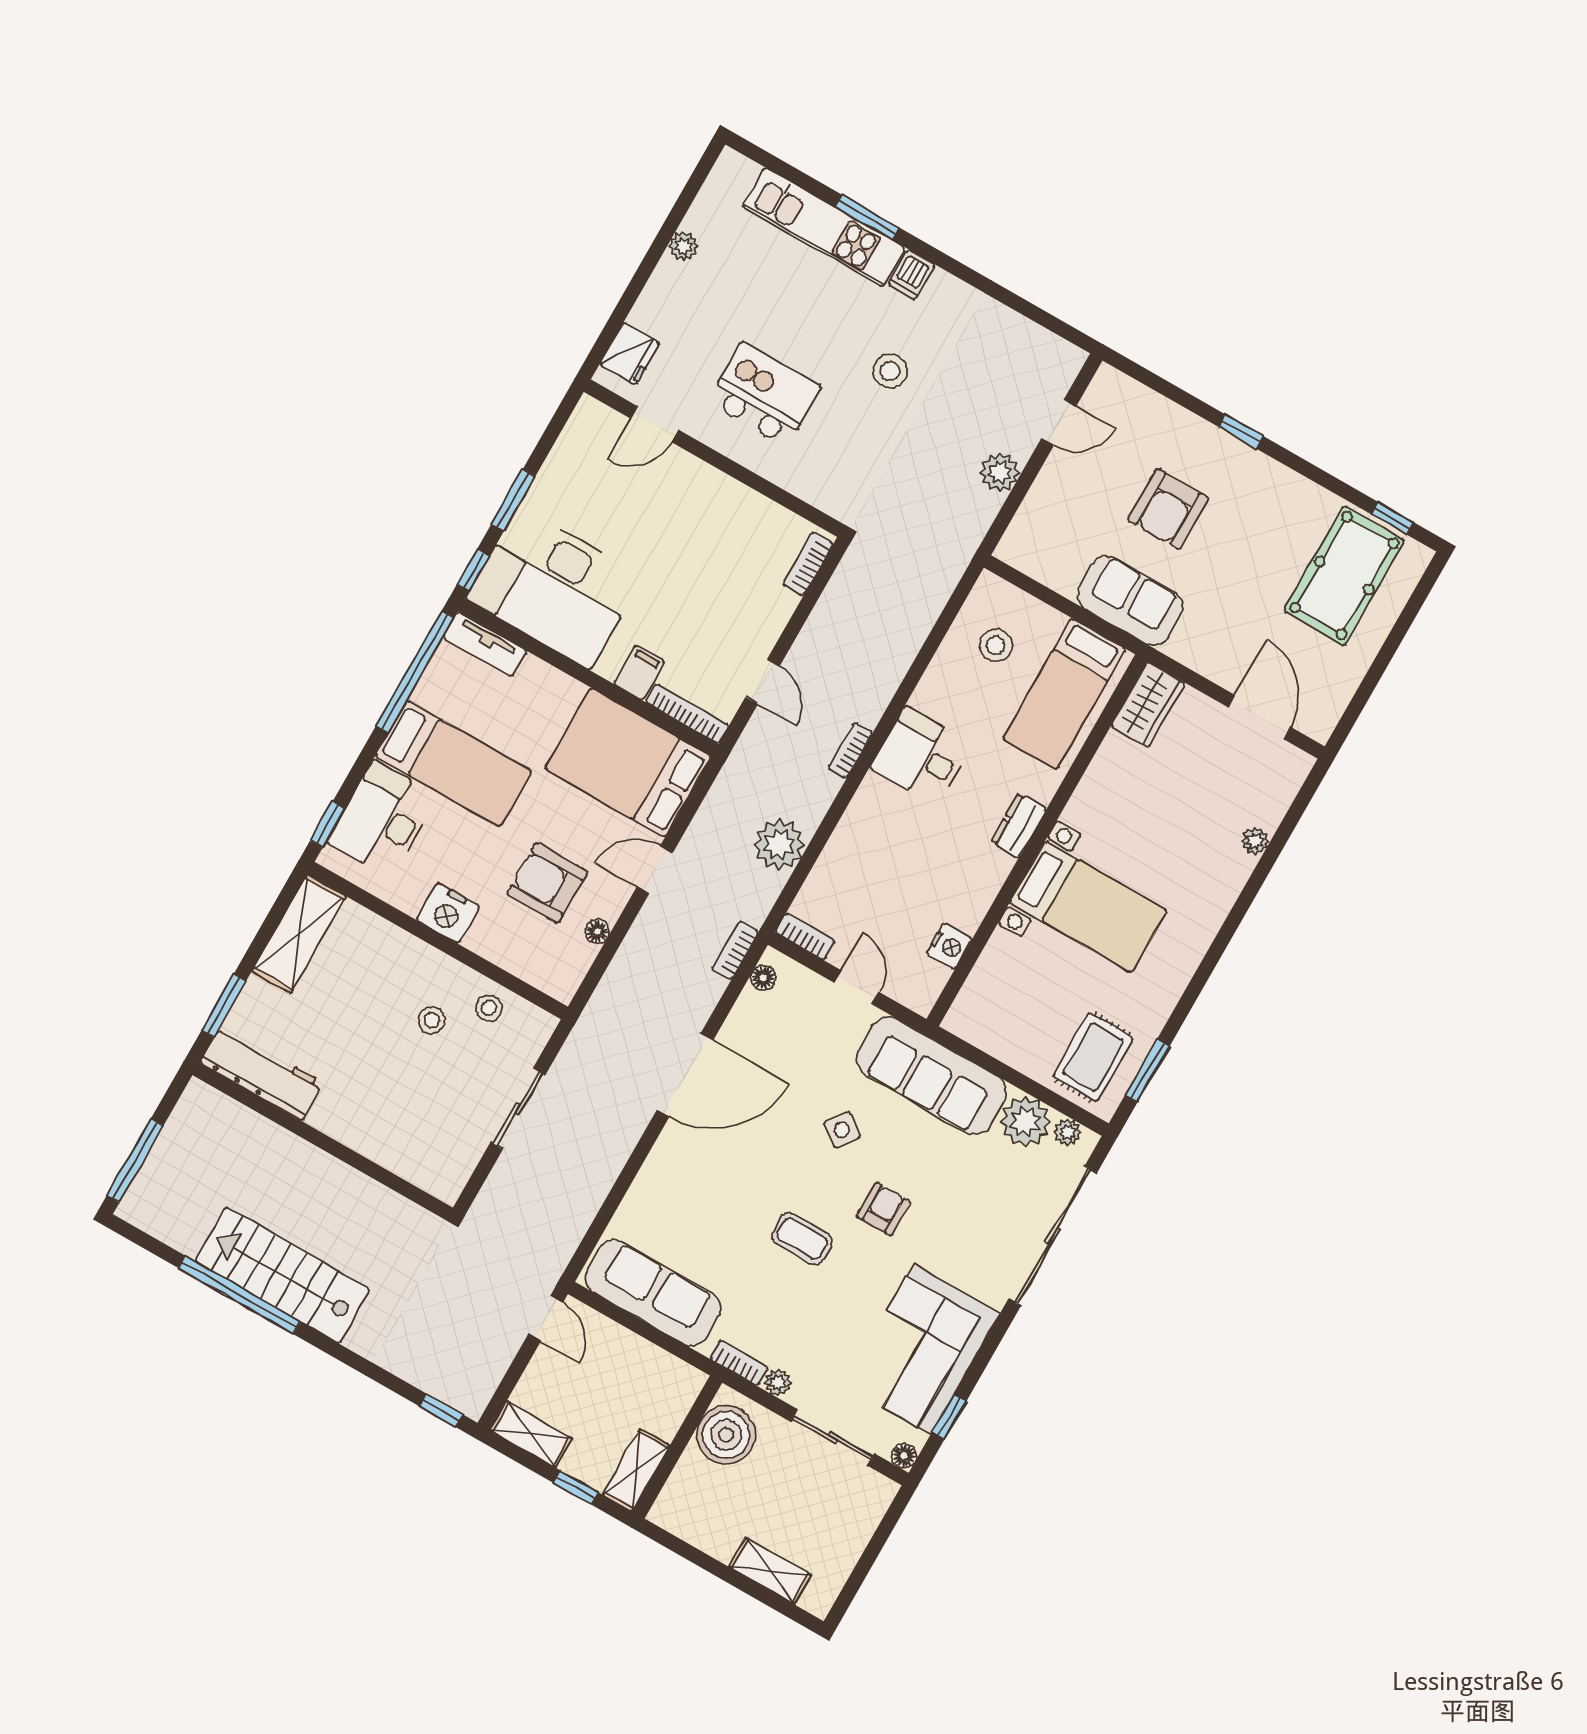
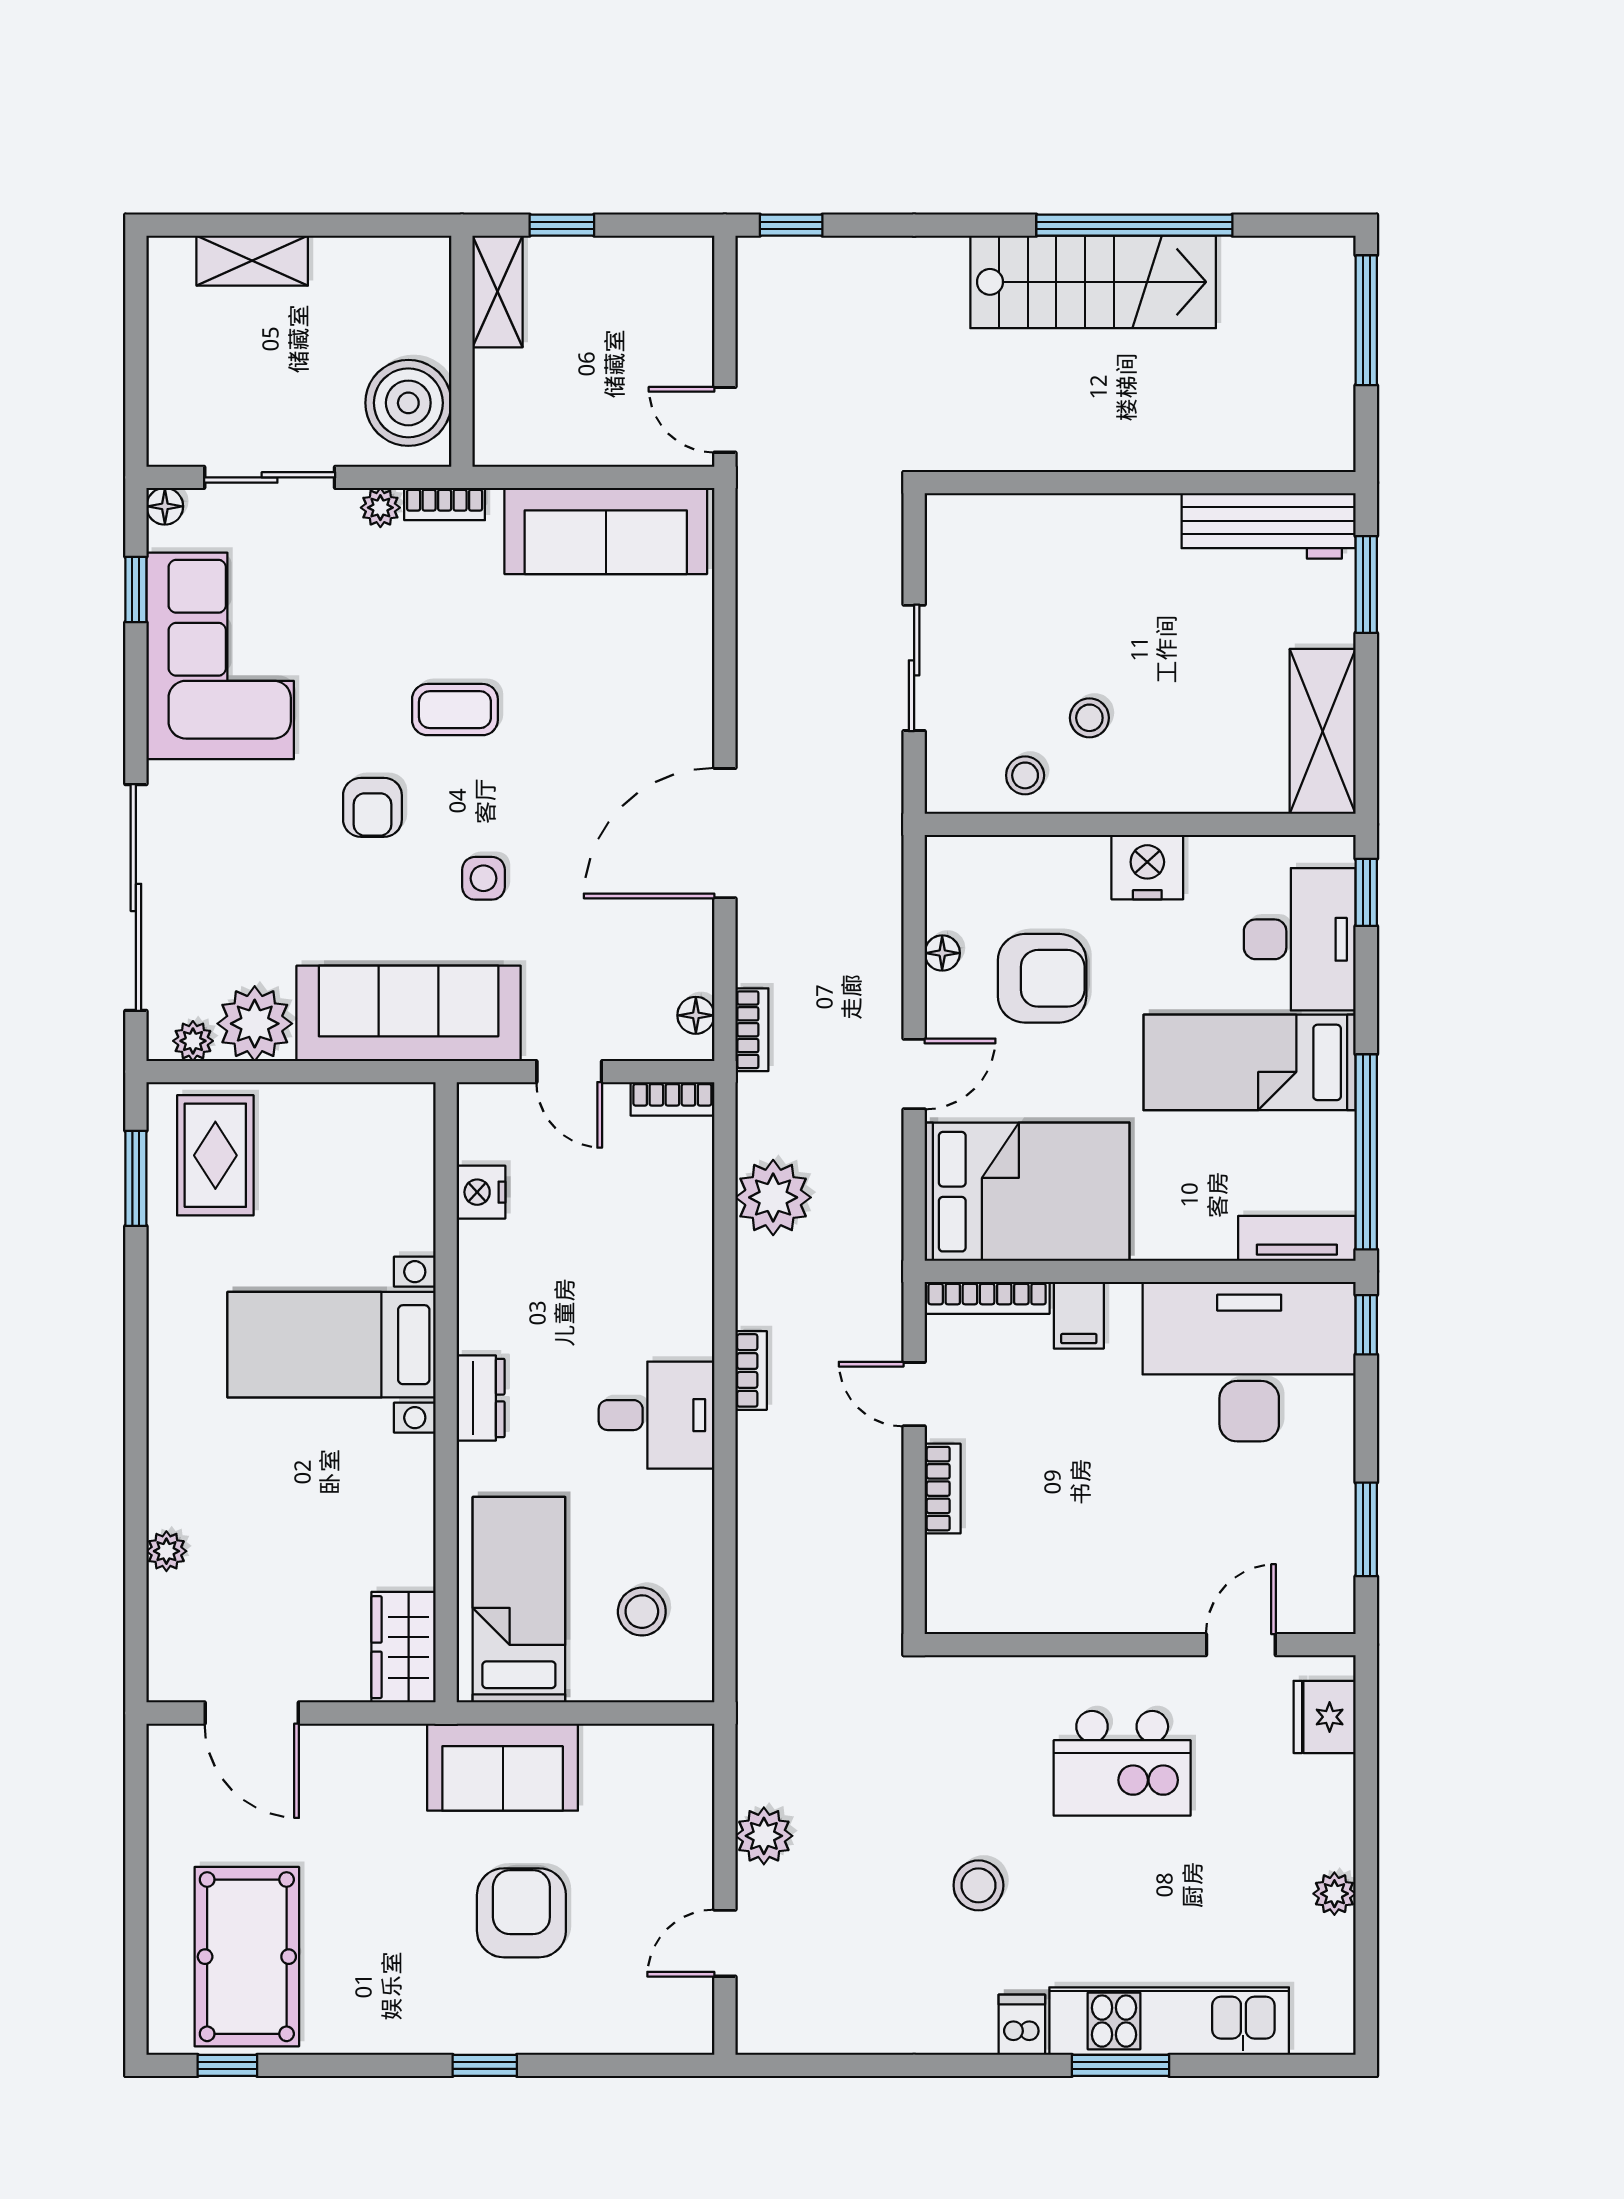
window: (513, 500) -> (1366, 1529), moved
bookcase: (808, 564) -> (943, 1489), moved
side table: (842, 1130) -> (483, 878), turned -36
shelving: (531, 1434) -> (659, 261), removed

